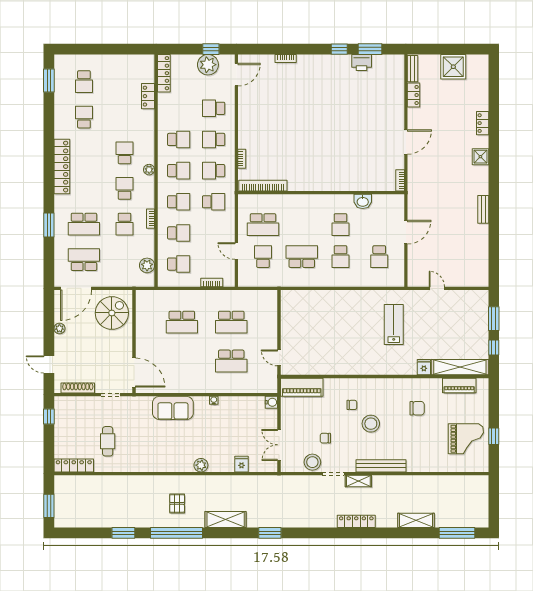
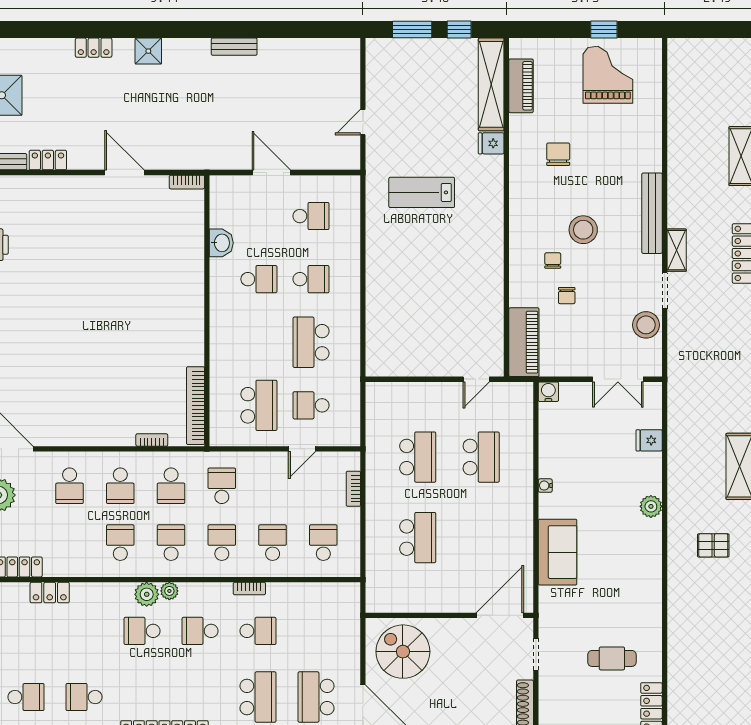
plant: (147, 265) -> (147, 594), moved
chair: (325, 438) -> (567, 296), moved

